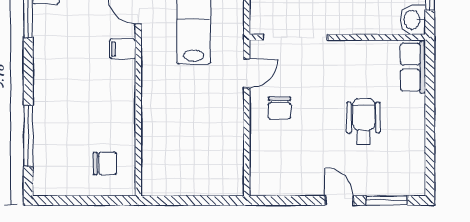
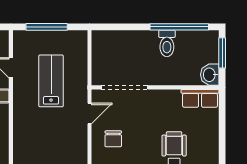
row of seats: (413, 67) -> (200, 98), moved, turned -90

